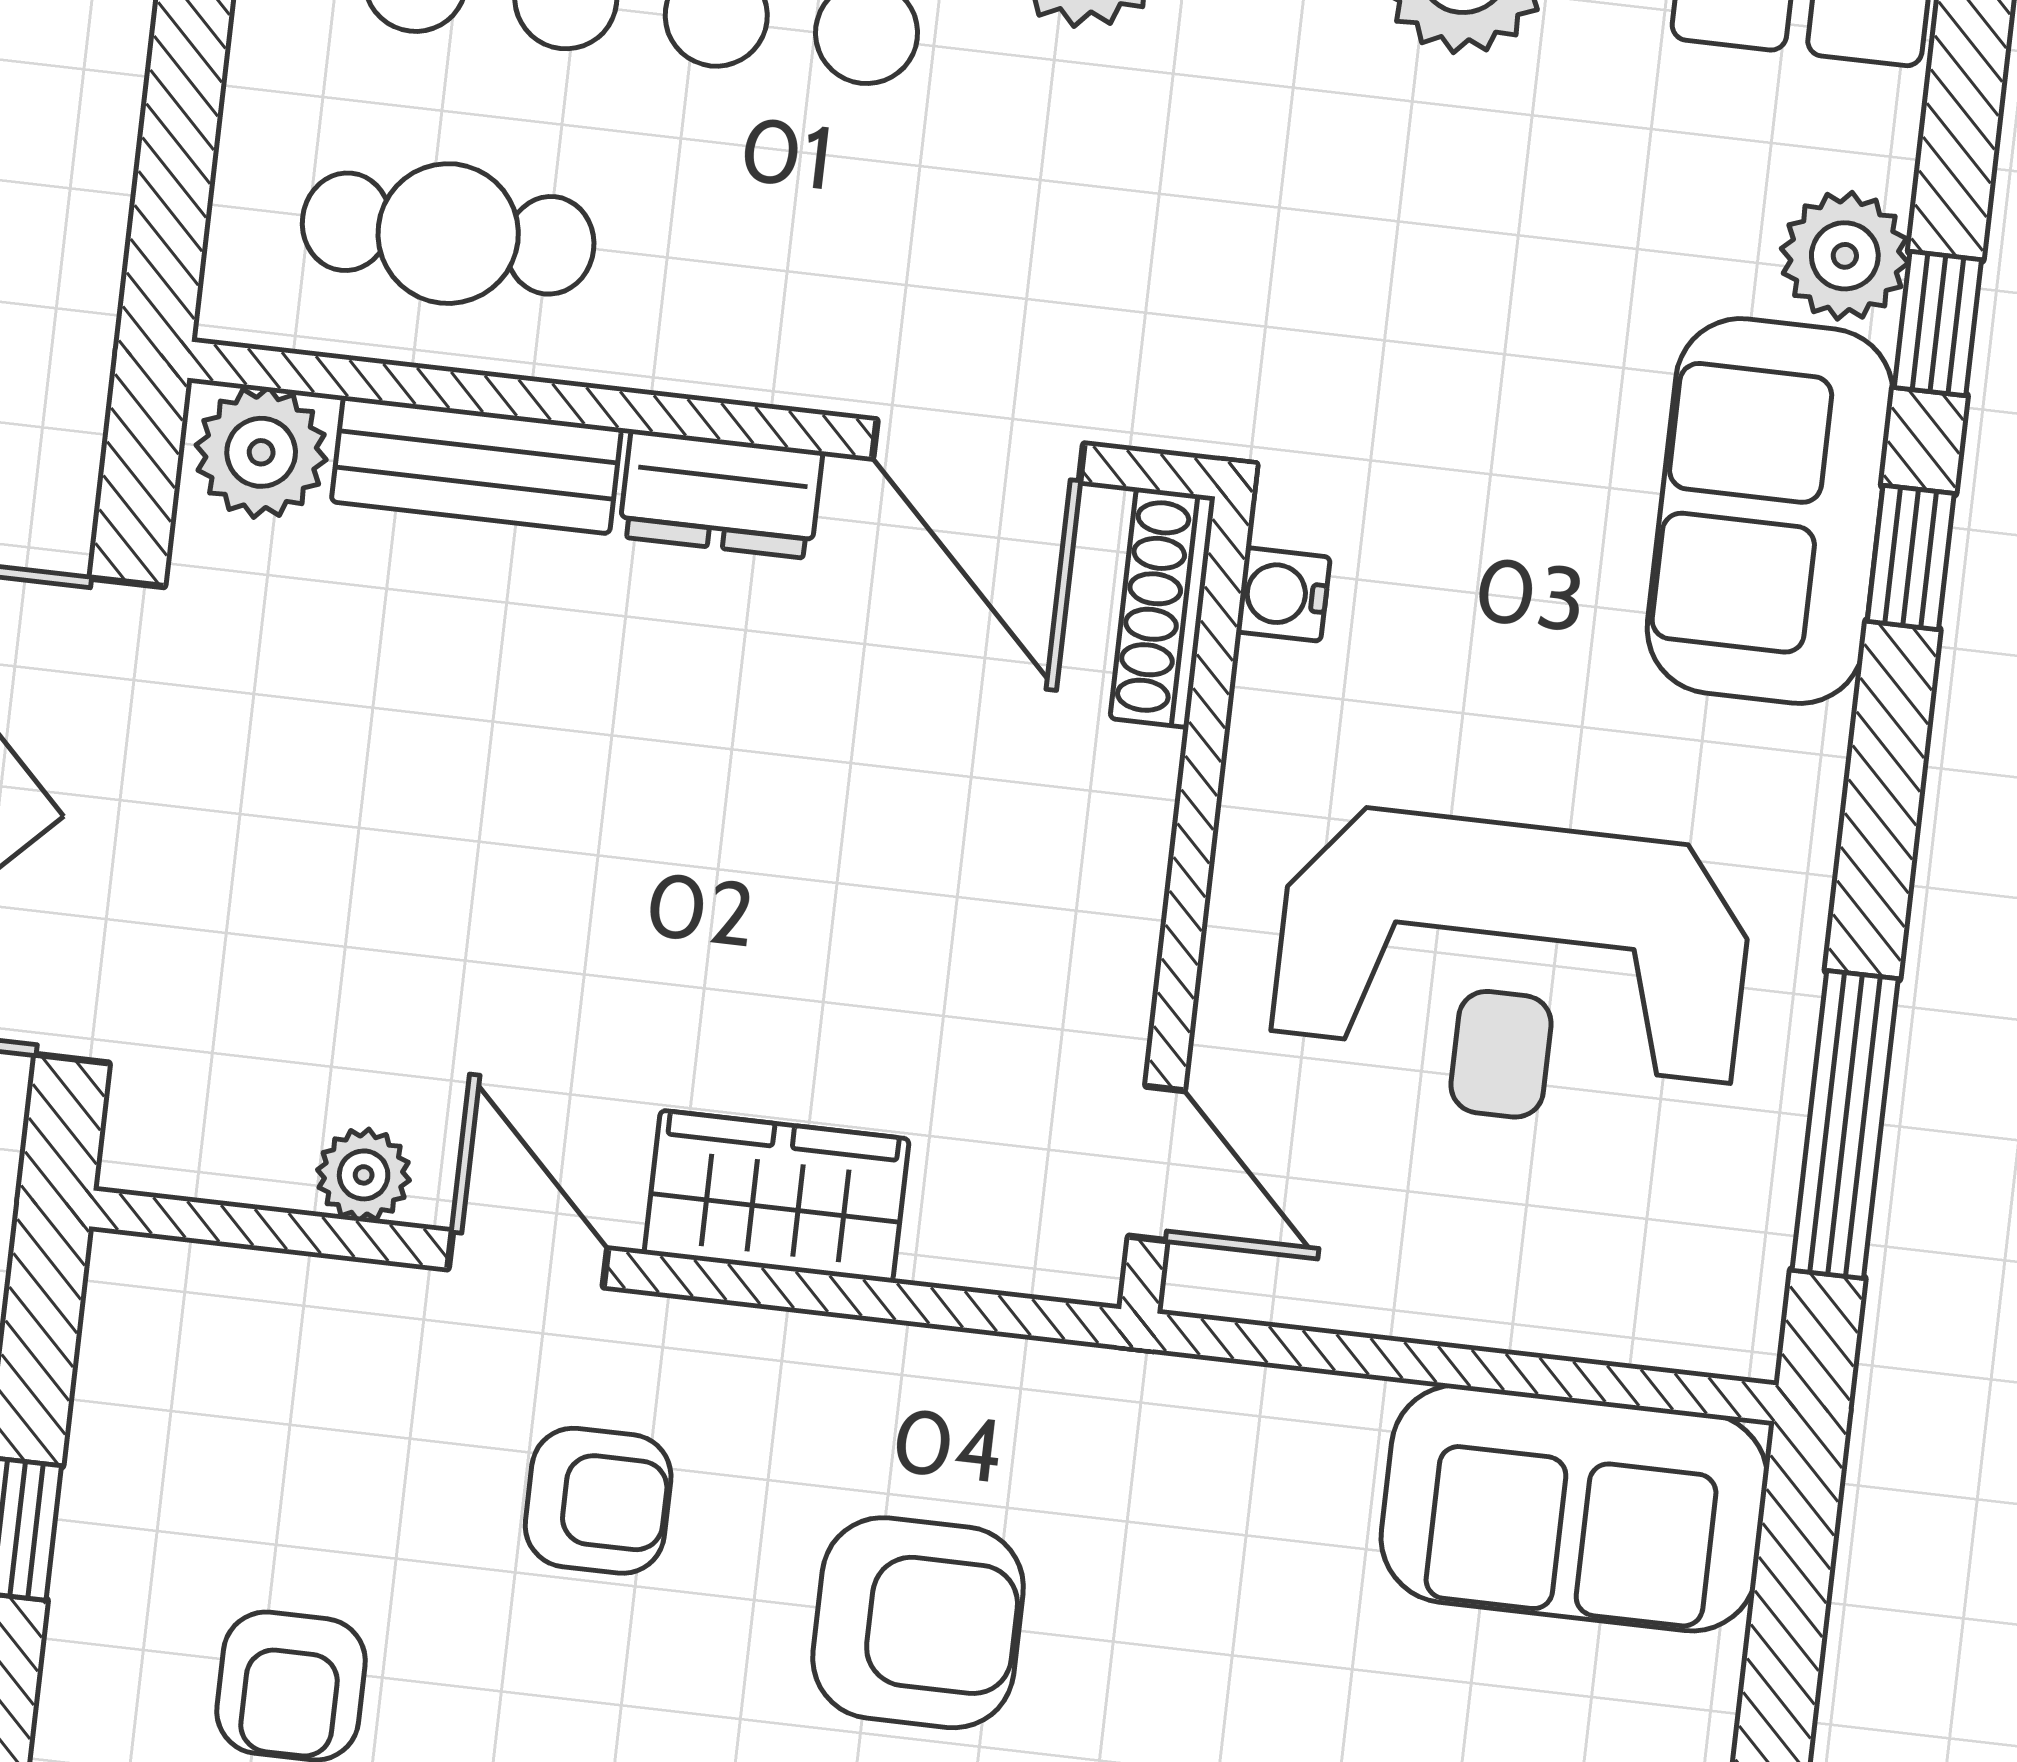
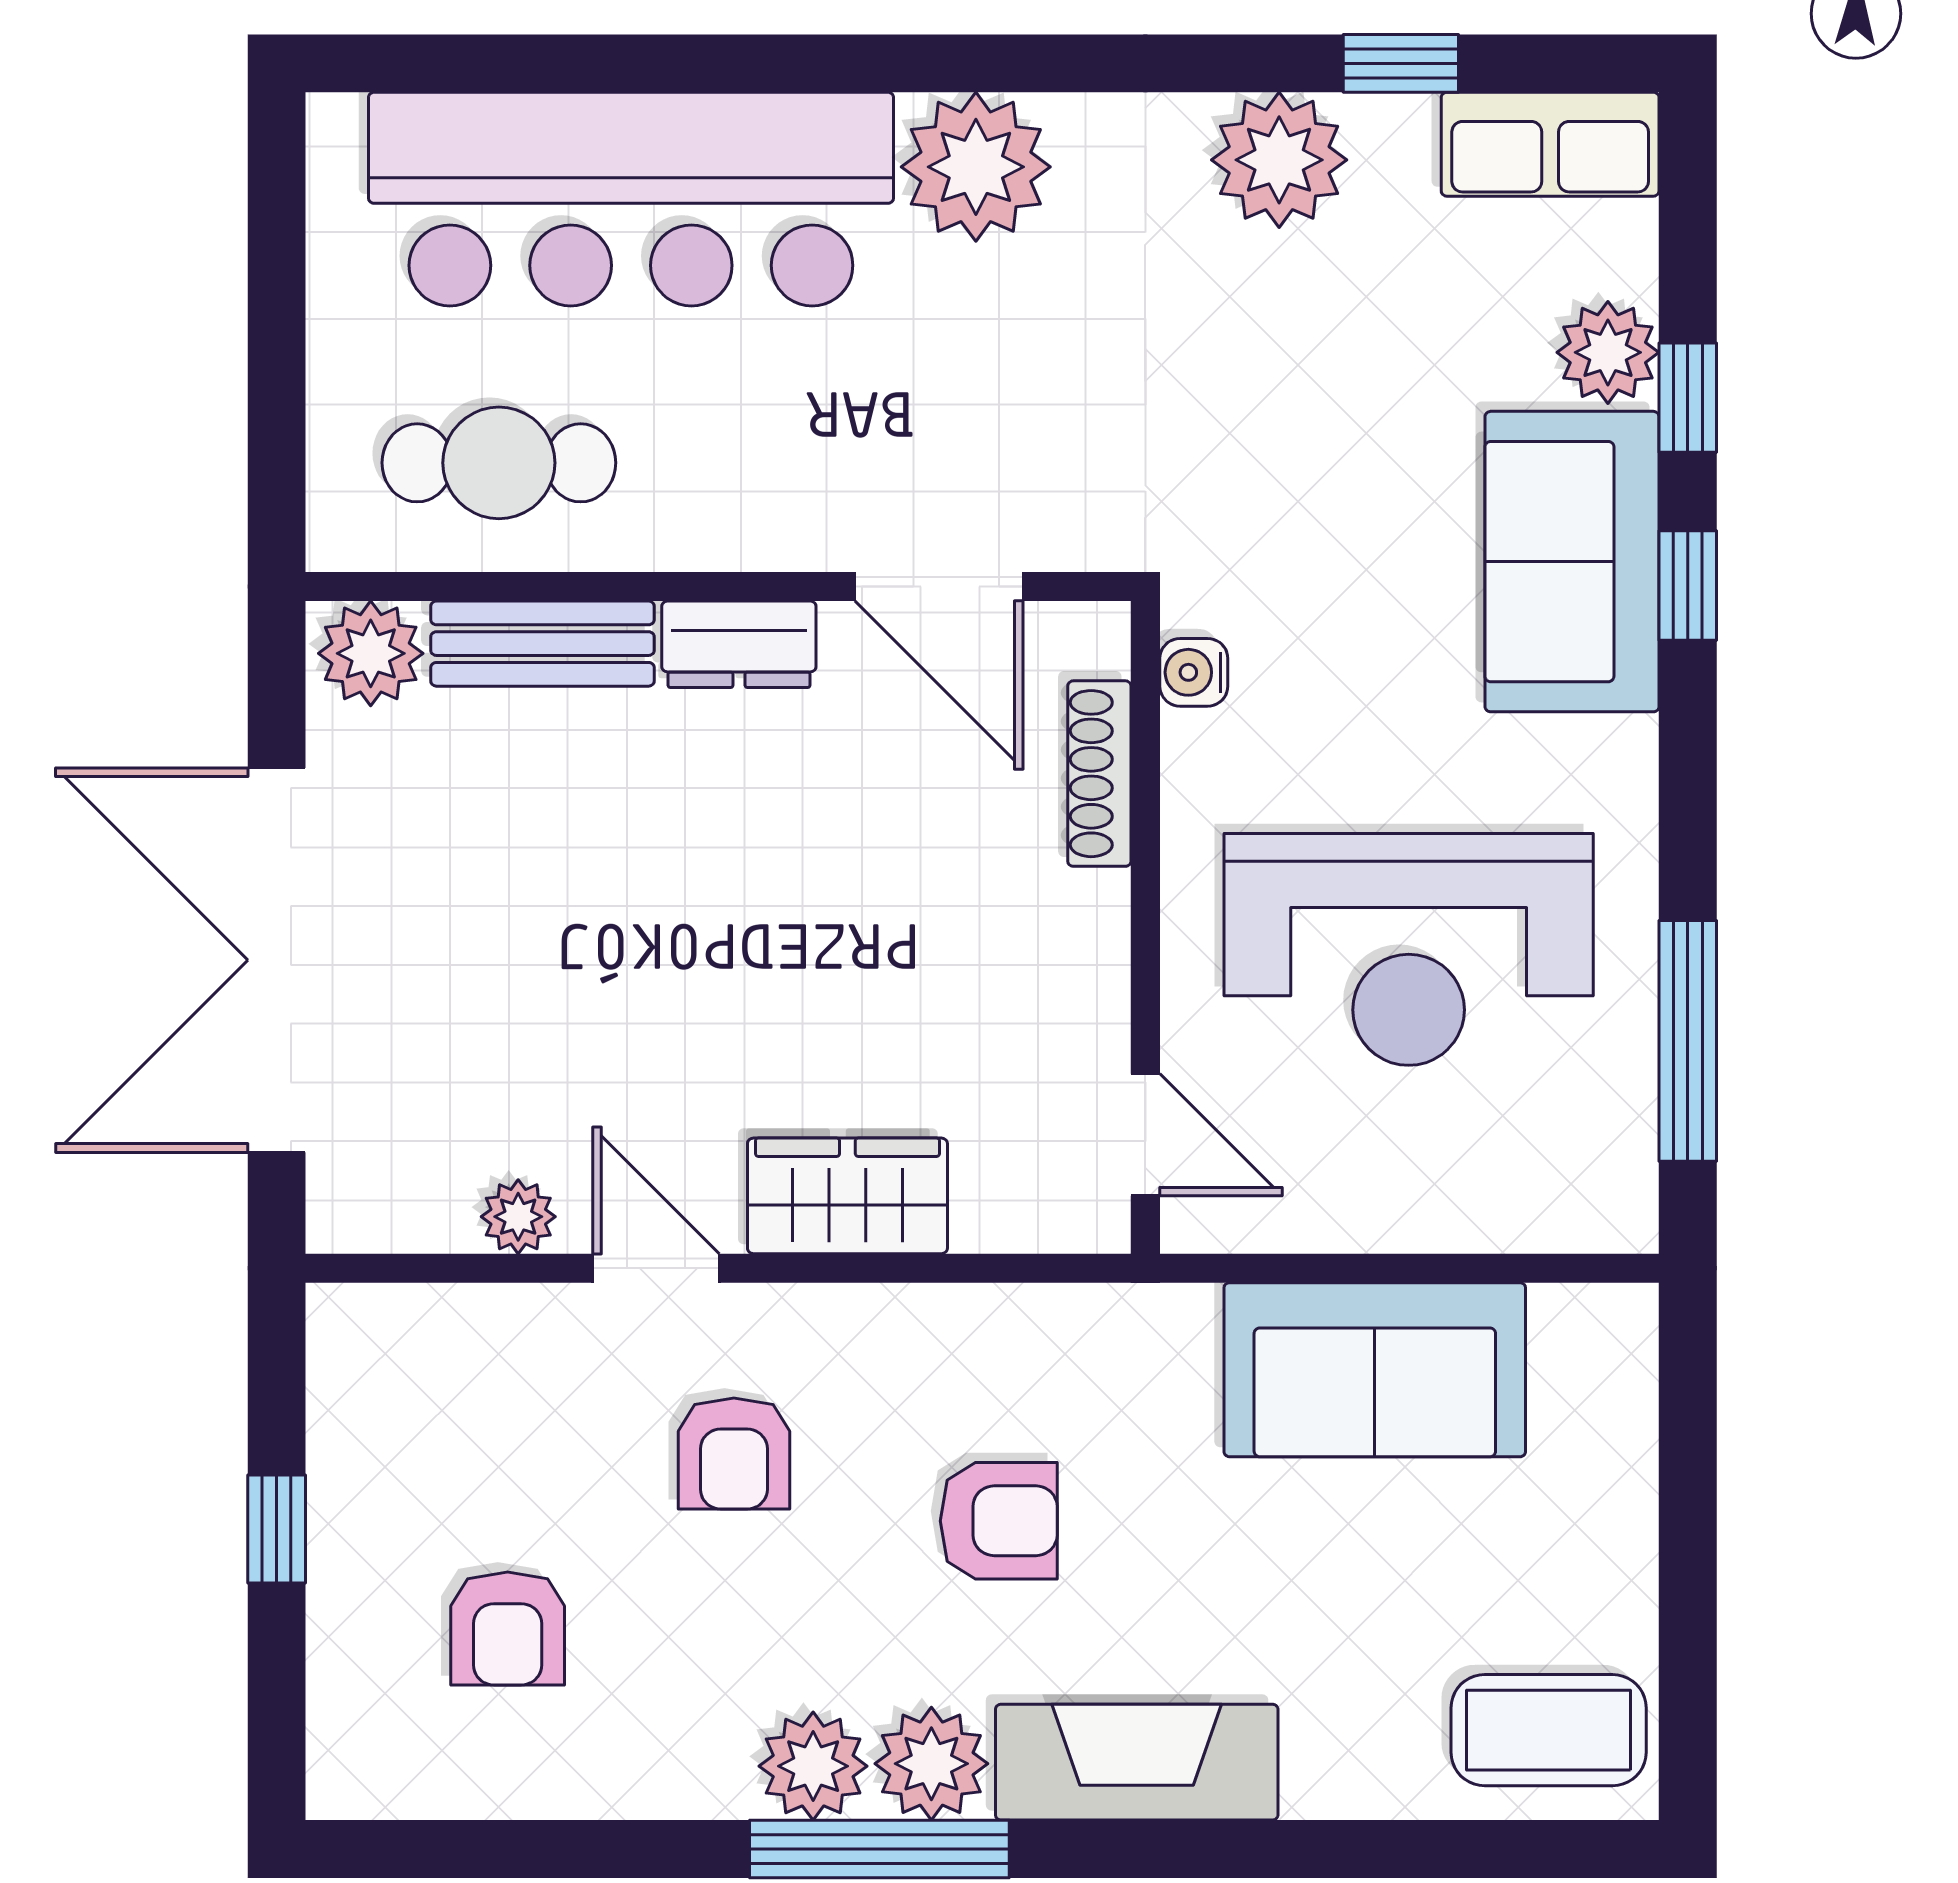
shoe rack: (1163, 608) -> (1099, 774), moved
armchair: (598, 1501) -> (734, 1453), turned 90
sofa: (1574, 1508) -> (1375, 1370), moved
armchair: (918, 1623) -> (999, 1521), width x0.72, depth x0.72

